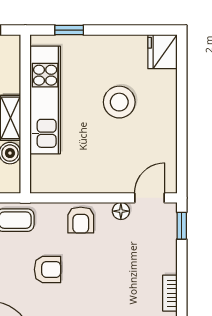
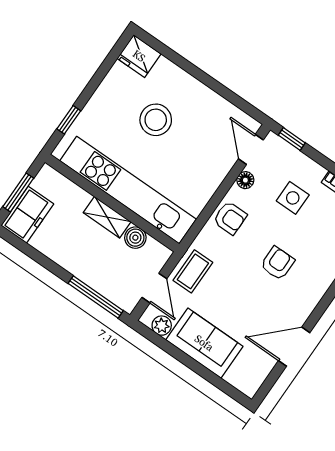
kitchen unit: (45, 100) -> (128, 190), width x1.36
side table: (133, 261) -> (293, 198), added
armchair: (48, 269) -> (277, 263), moved

